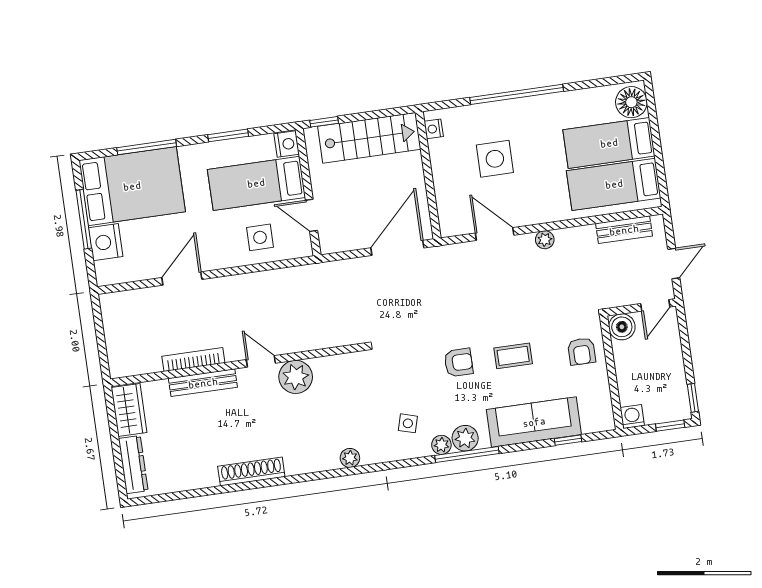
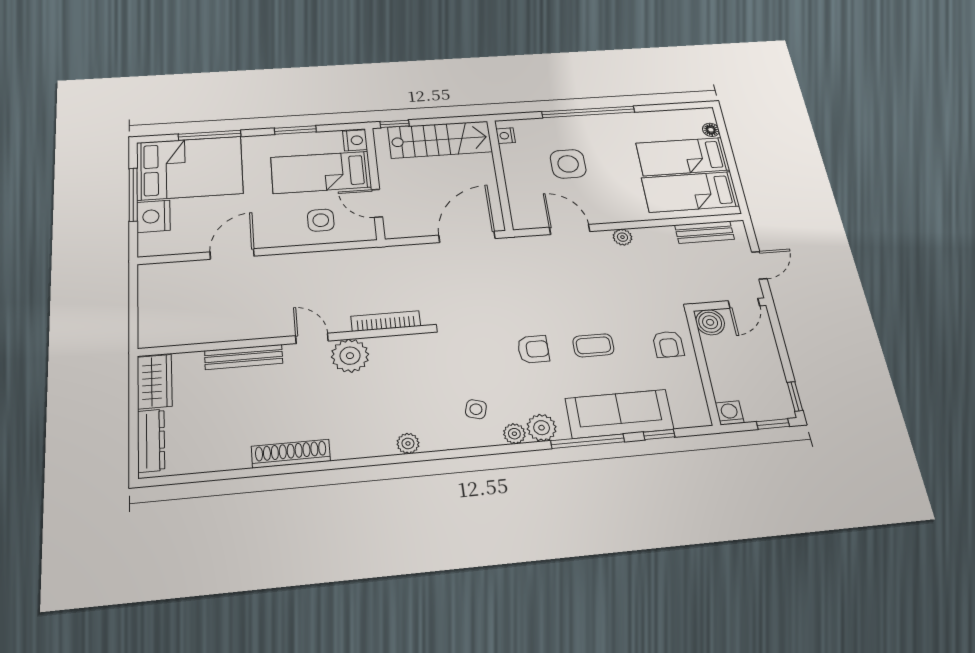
floor lamp: (631, 102) -> (711, 130), width x0.53, depth x0.53
bookcase: (193, 360) -> (386, 321), moved
window: (467, 454) -> (588, 441), moved

